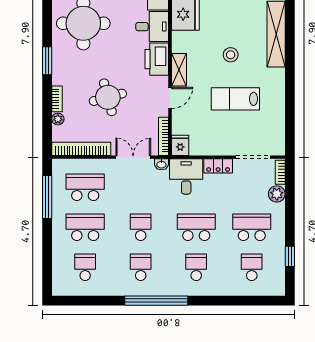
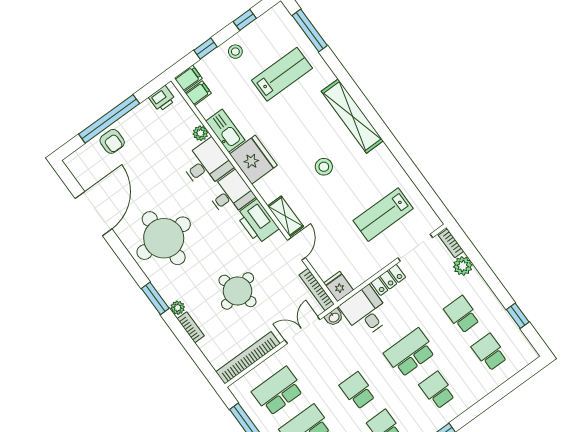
lab bench: (235, 99) -> (383, 215), moved
plant: (58, 119) -> (178, 308), moved
school desk: (252, 227) -> (462, 315), width x0.54

